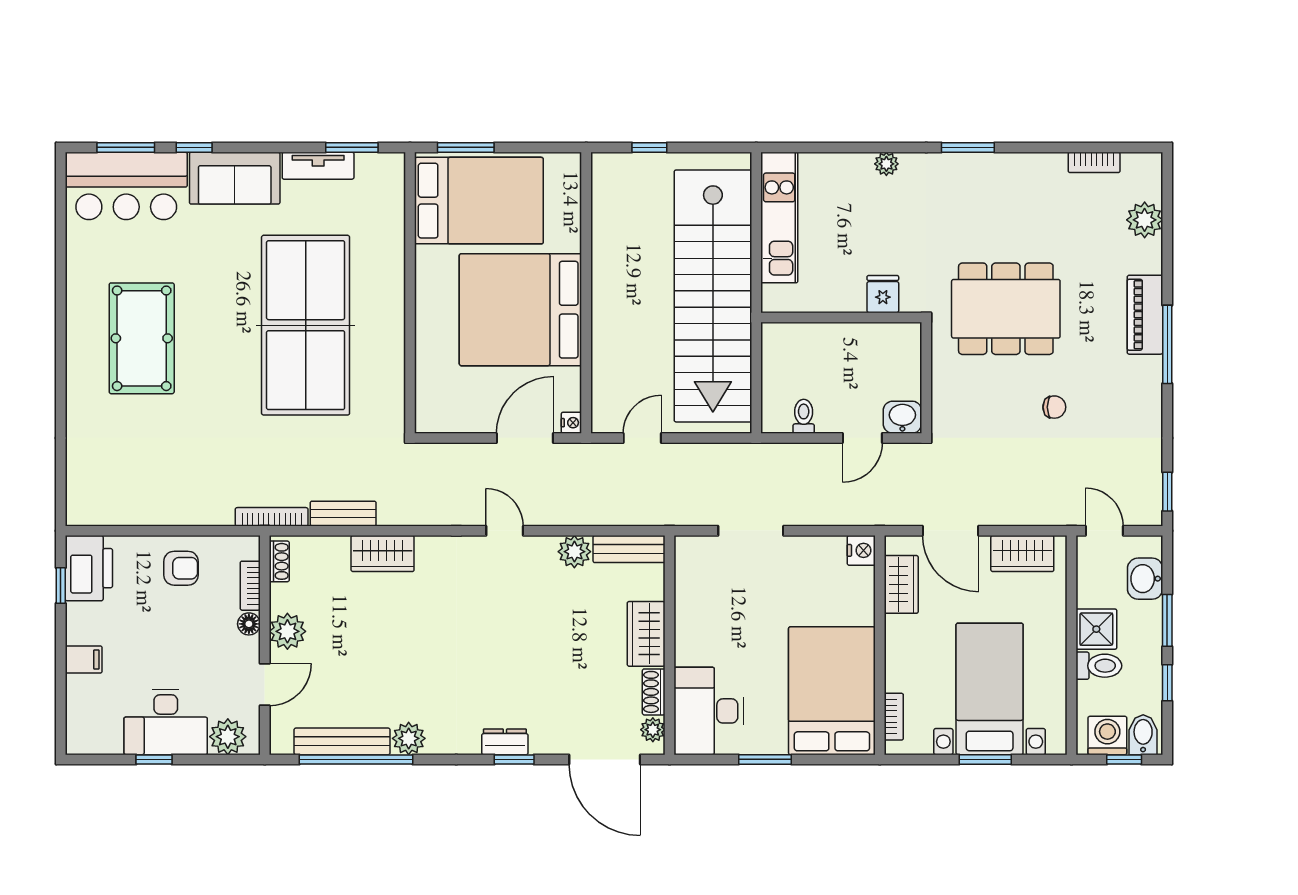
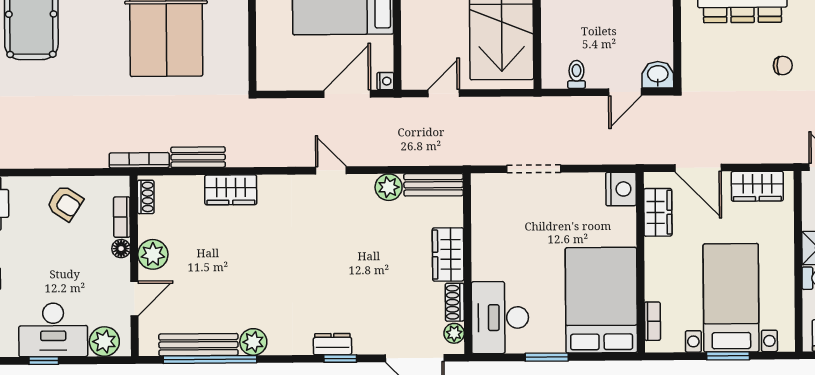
nightstand: (861, 550) -> (621, 189), width x1.36, depth x1.33
armchair: (181, 568) -> (65, 203), turned 33

